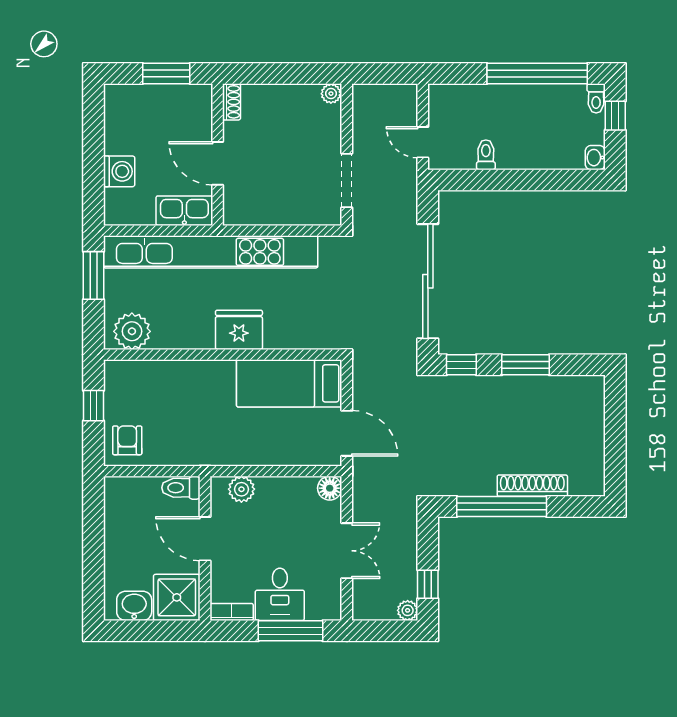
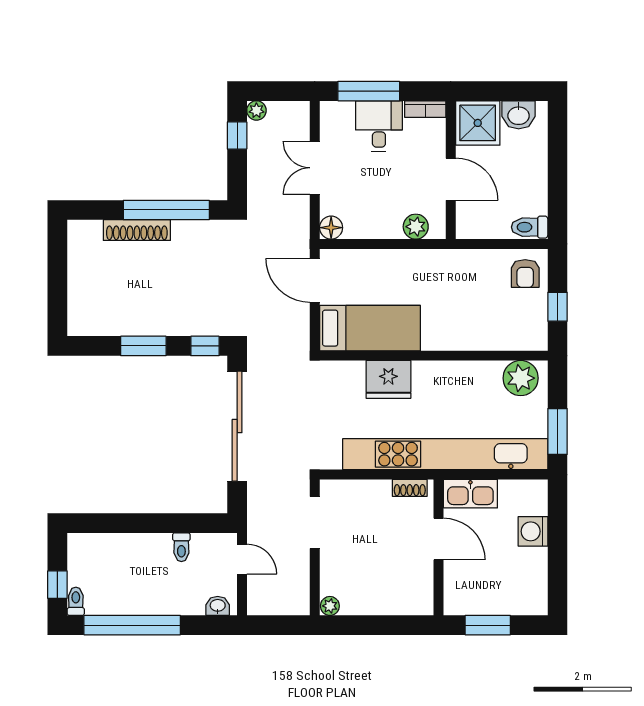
shoe rack: (232, 102) -> (410, 488), moved, turned -90
washbasin: (595, 158) -> (218, 606), moved, turned -90
fridge: (239, 330) -> (388, 379), moved
toilet: (181, 488) -> (530, 227), moved, turned 180

